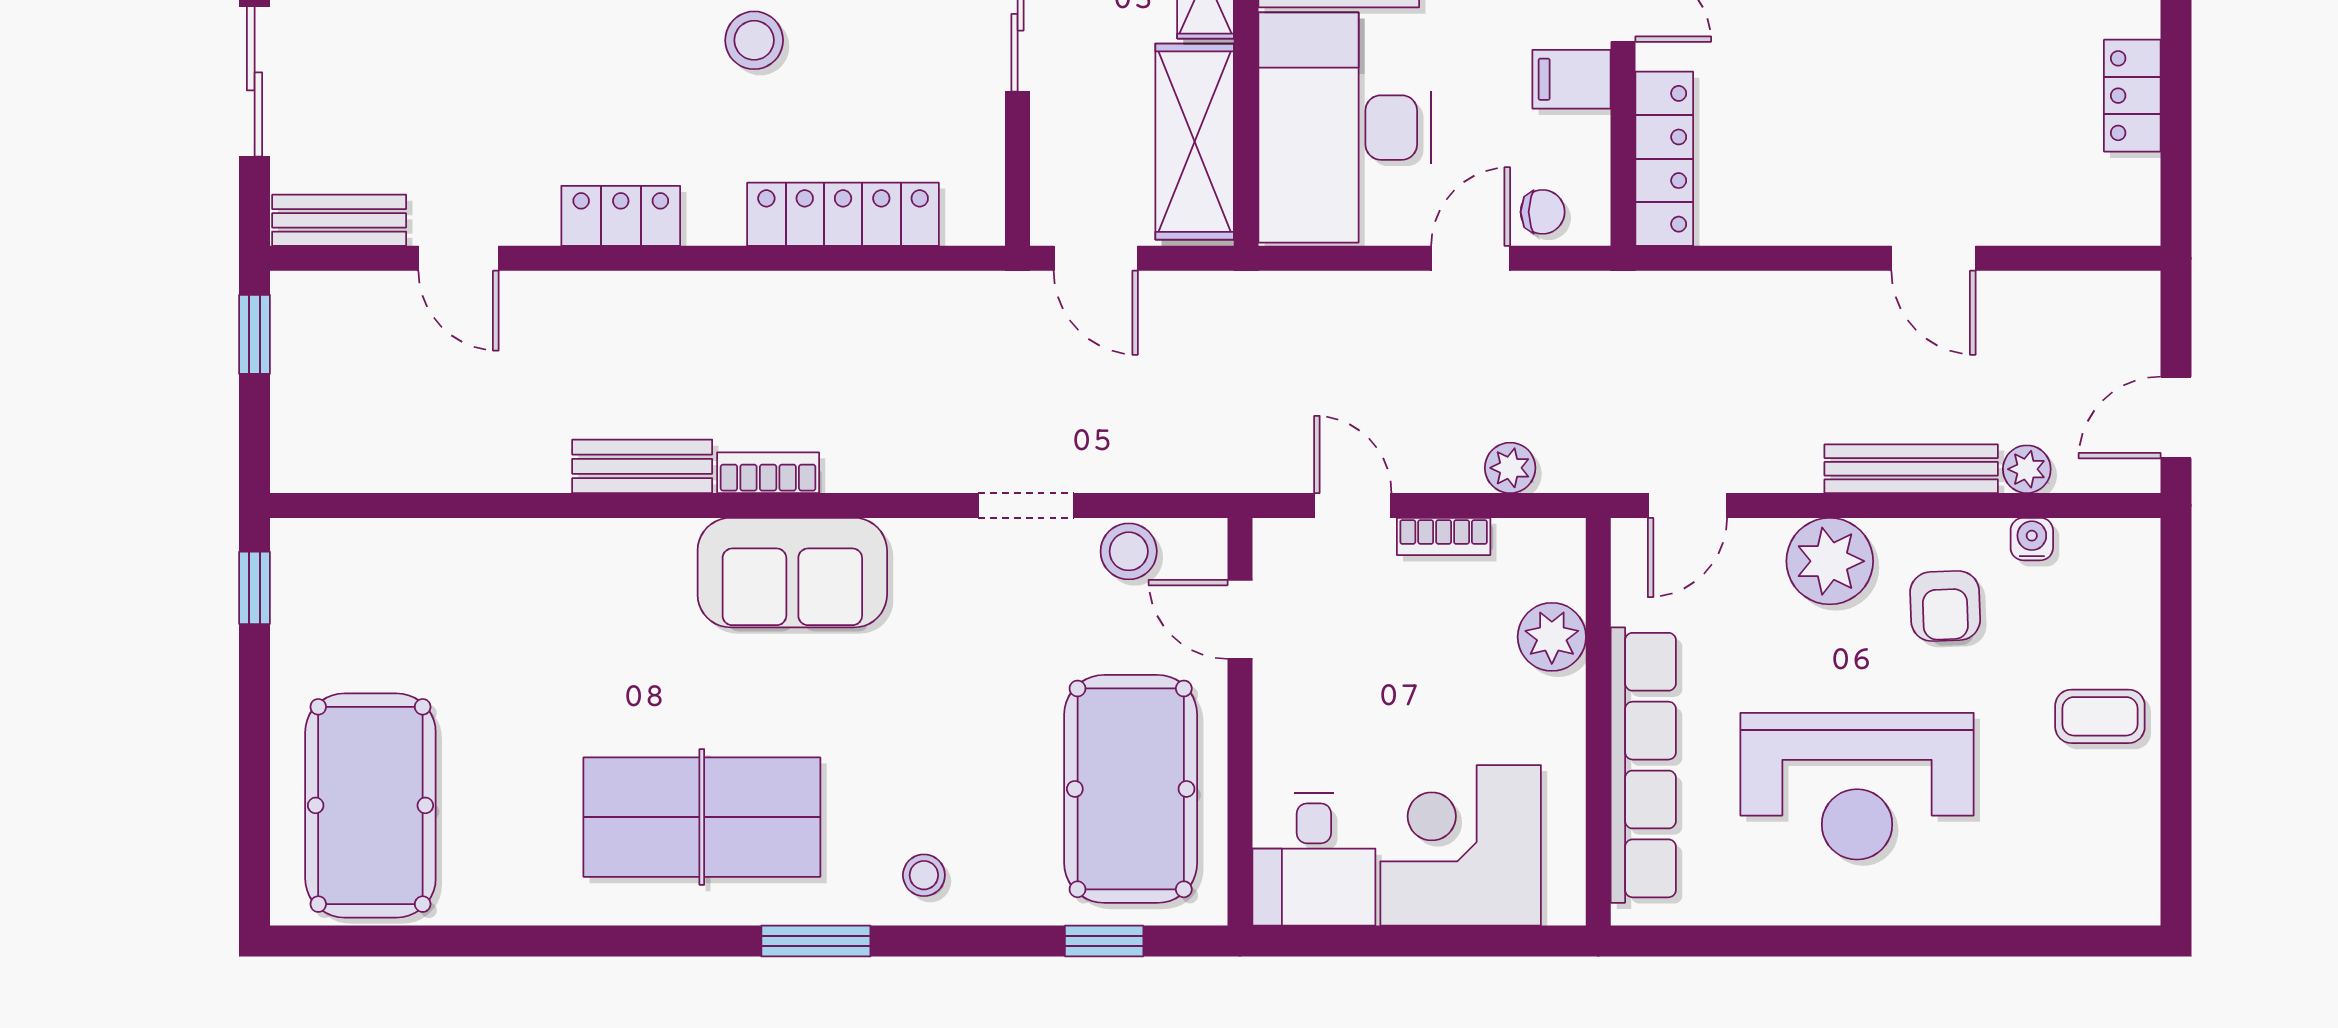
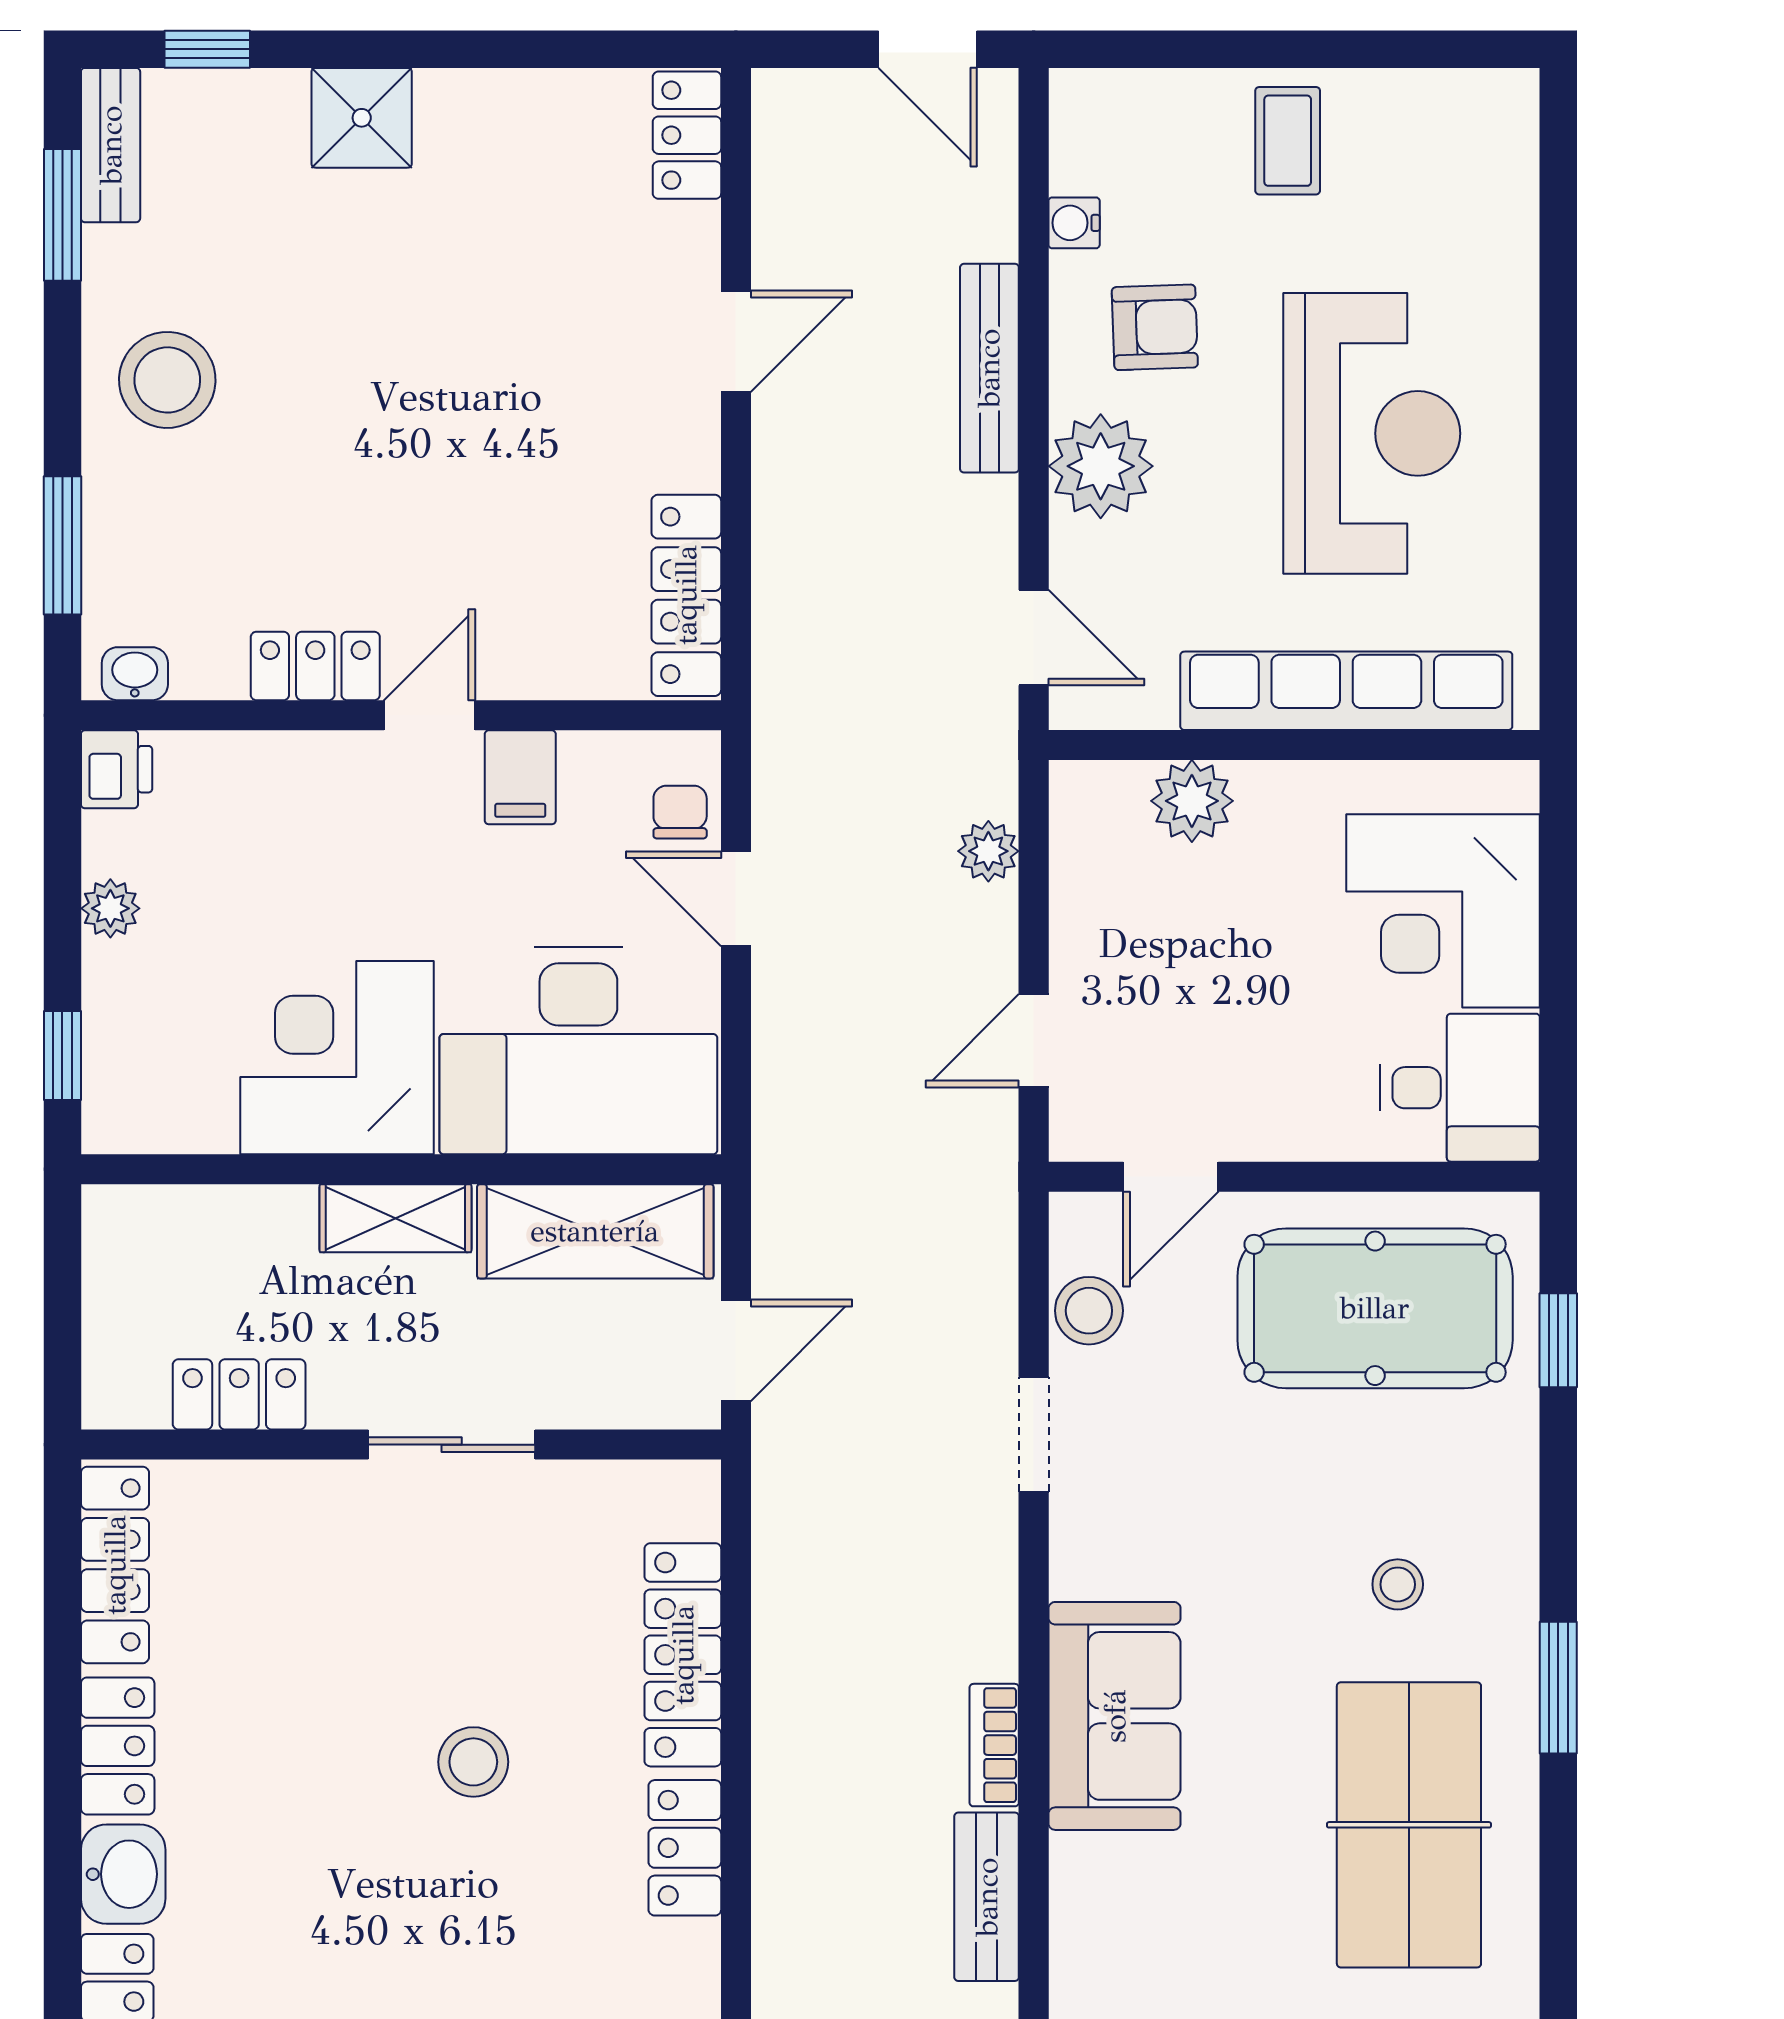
locker: (2132, 96) -> (687, 135), moved, turned 90
locker: (1664, 159) -> (686, 595), moved, turned -90
locker: (621, 216) -> (685, 1848), moved
plant: (2027, 469) -> (990, 229), removed
bookcase: (1444, 536) -> (1071, 931), removed
stool: (924, 875) -> (1398, 1584), moved

